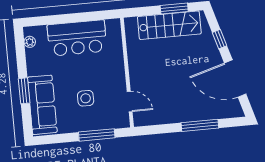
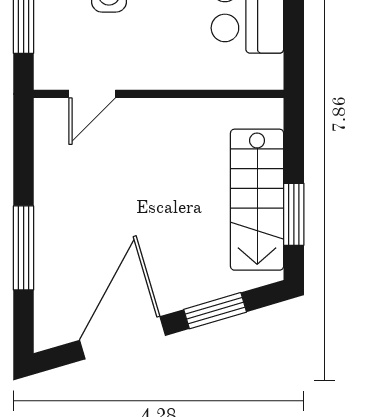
window: (220, 39) -> (215, 311), width x1.50

